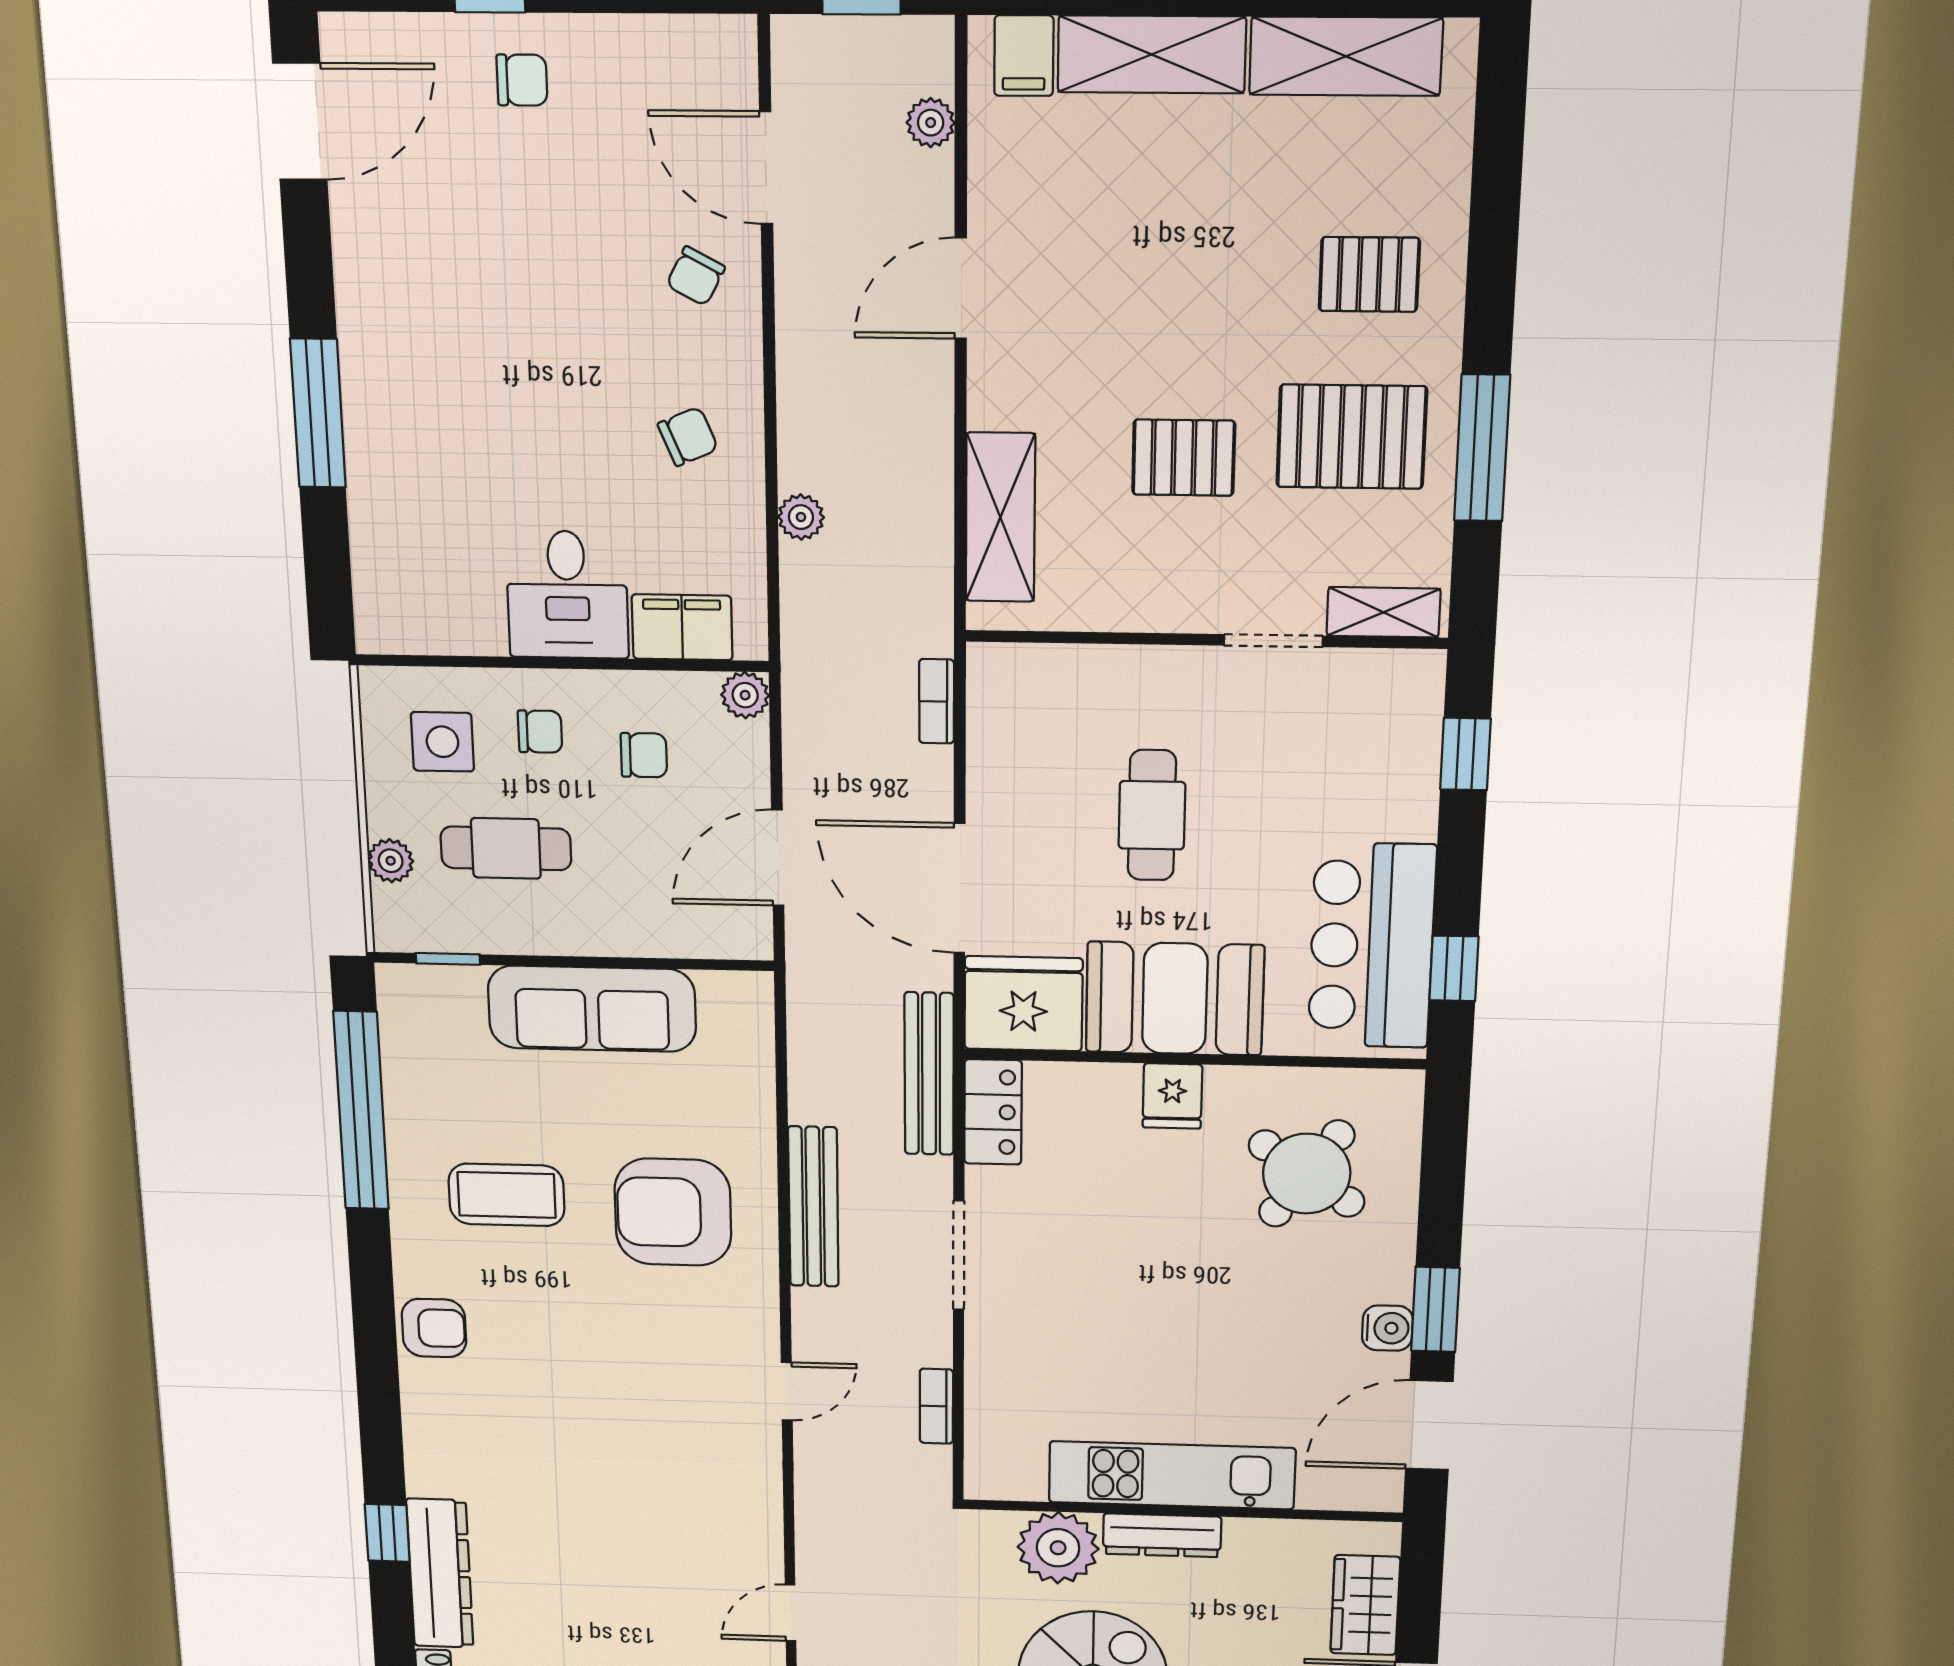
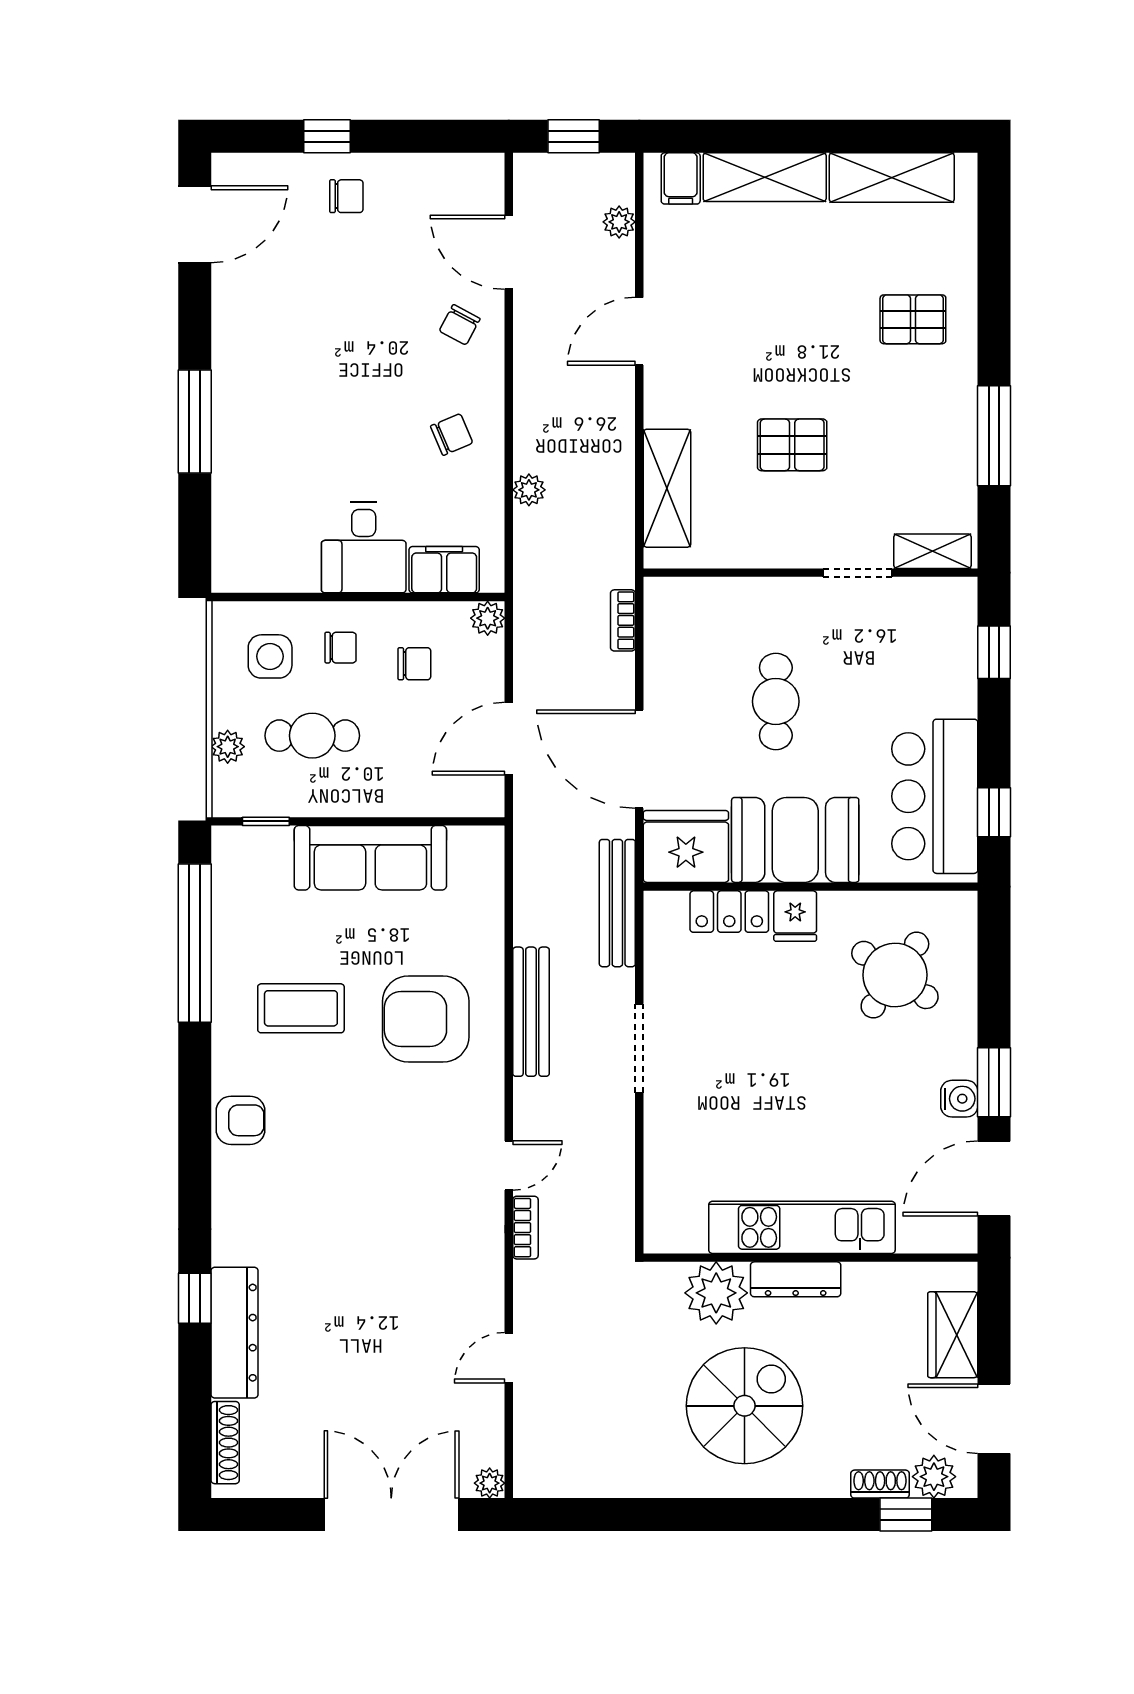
pallet: (1352, 437) -> (906, 429), removed
locker: (993, 1112) -> (729, 912), moved, turned 90
bookcase: (936, 1406) -> (525, 1228), moved, turned 180

